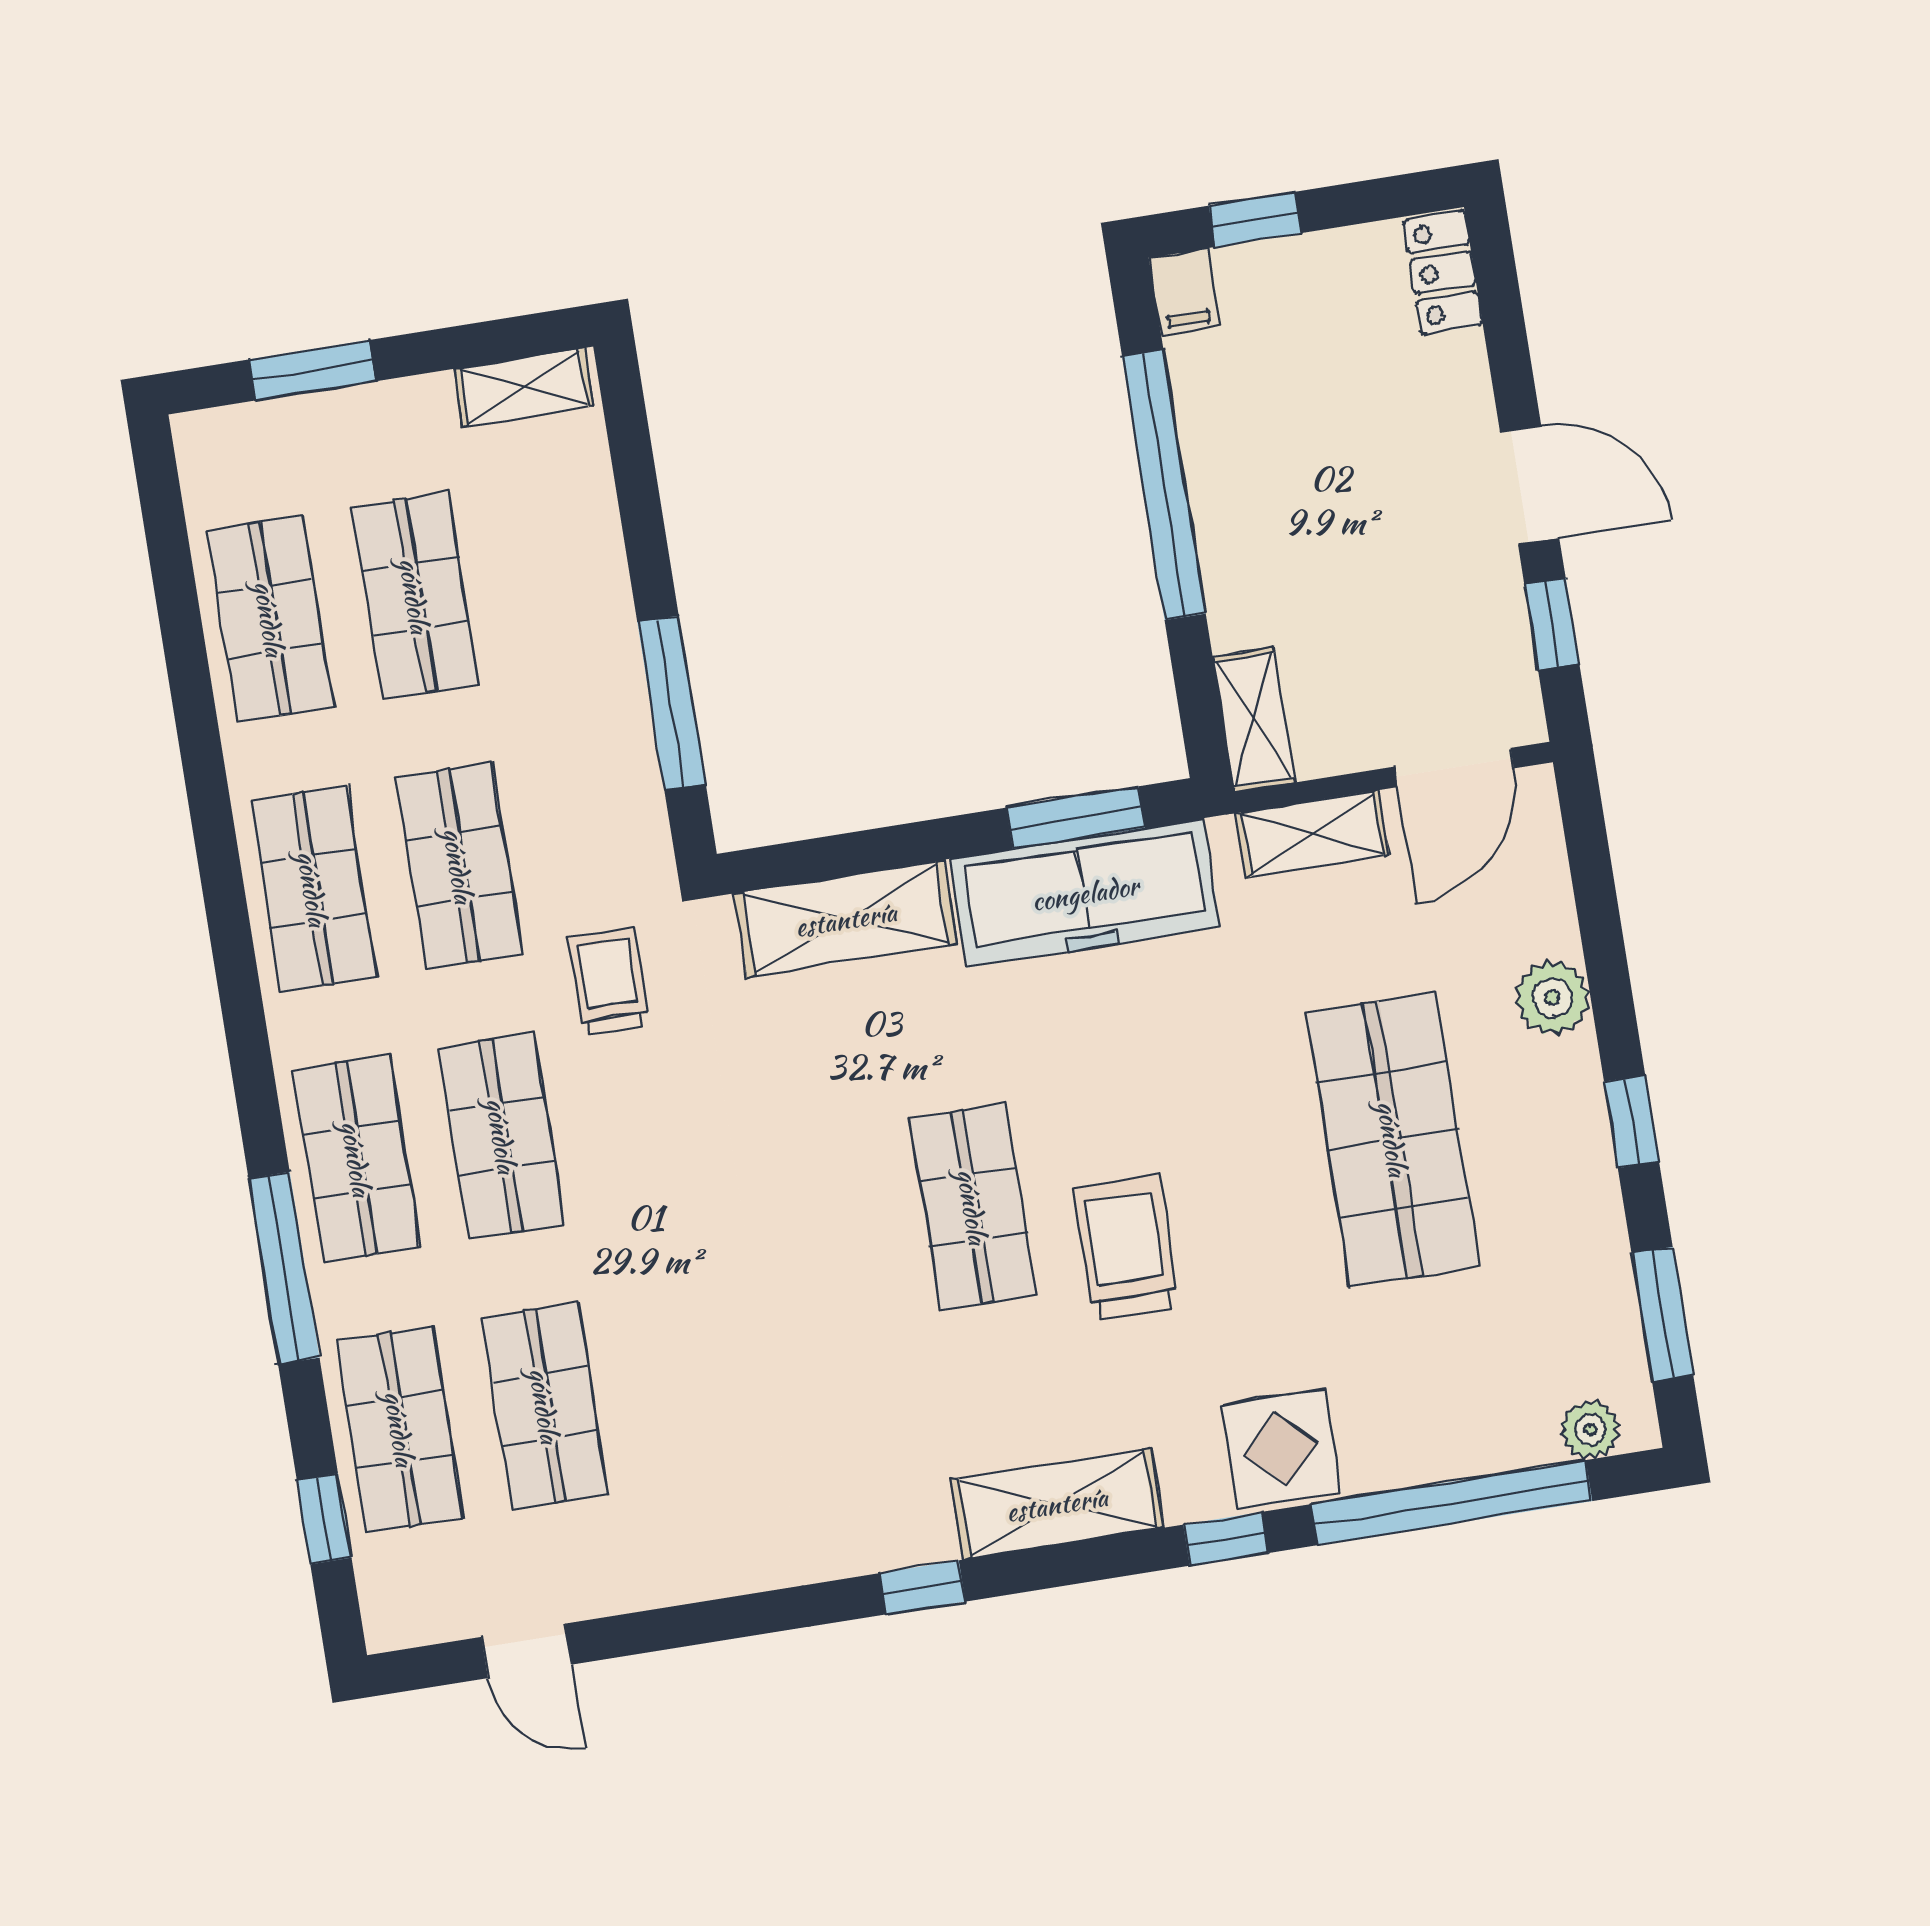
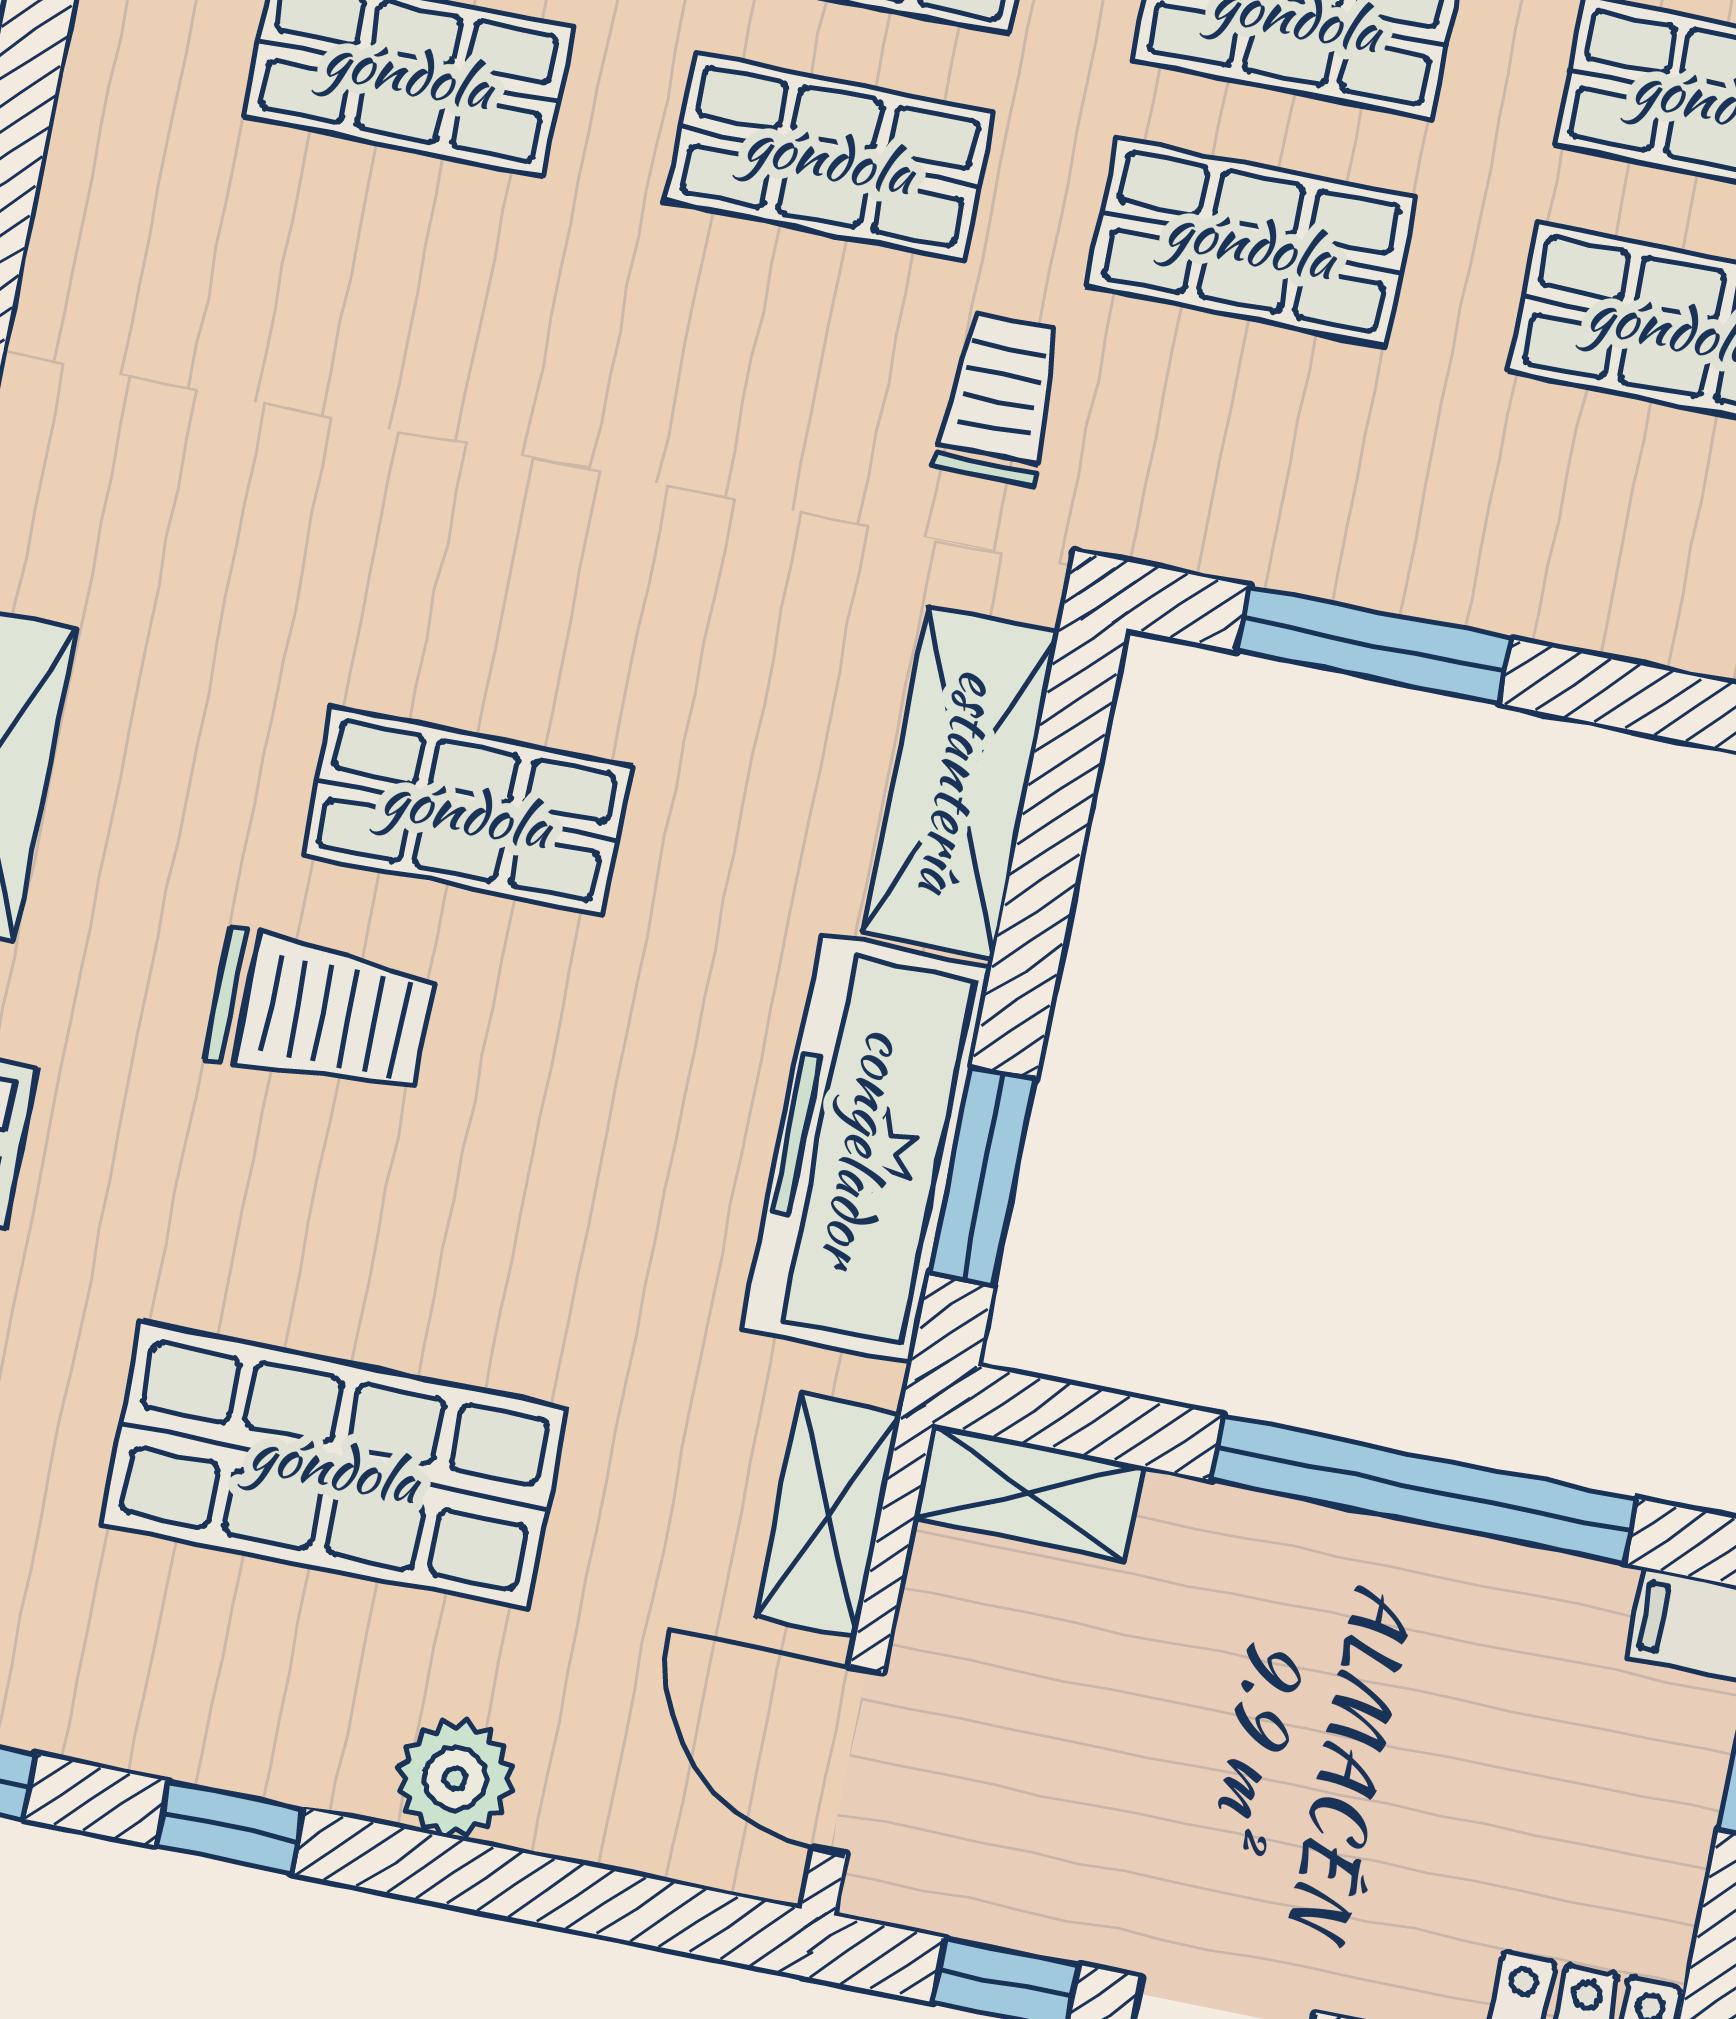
trolley: (608, 981) -> (999, 399), turned -90

